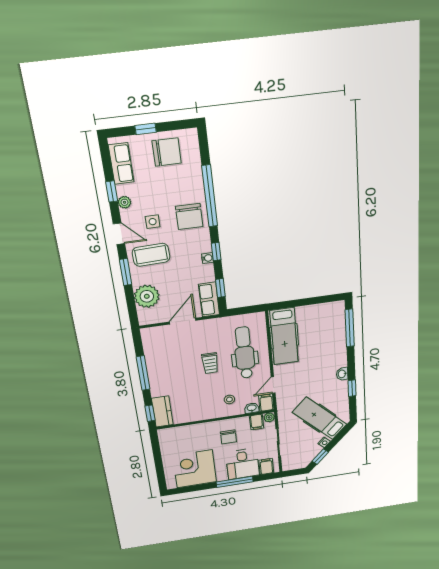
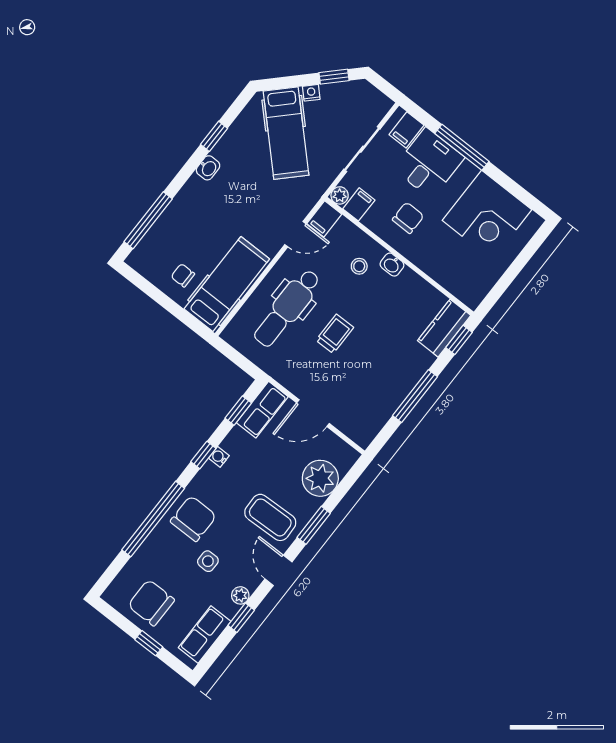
side table: (153, 222) -> (208, 561), moved
chair: (309, 321) -> (183, 275), added
washbasin: (252, 408) -> (392, 265), moved

